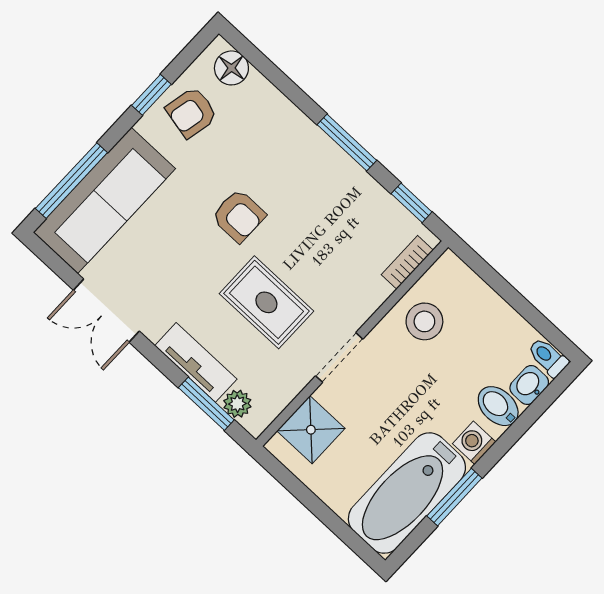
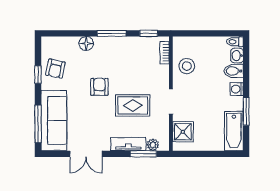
floor lamp: (231, 68) -> (86, 44), moved
armchair: (239, 216) -> (99, 87), turned -90
bathtub: (407, 493) -> (234, 131), width x0.73, depth x0.73

